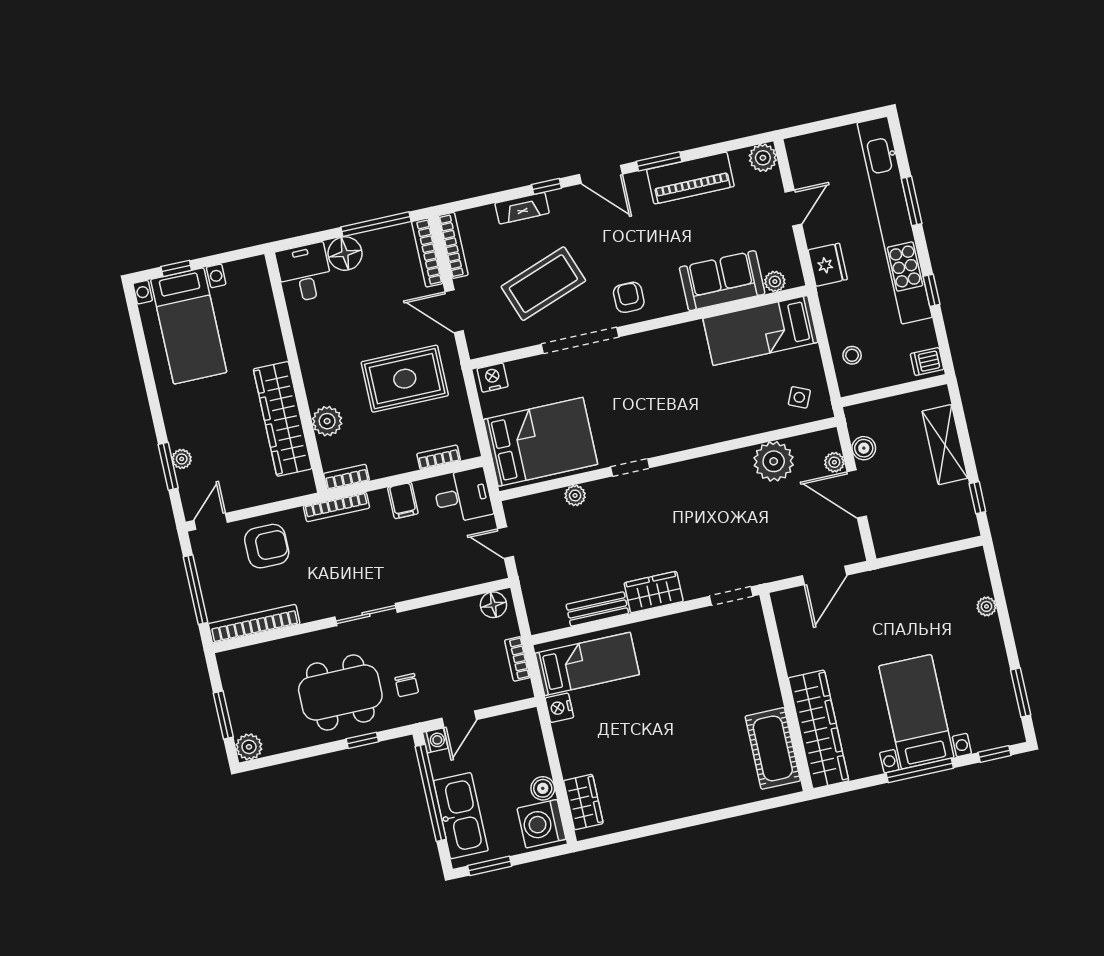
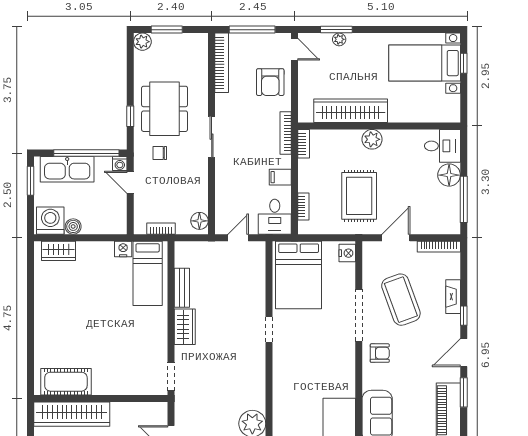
bookcase: (427, 253) -> (438, 229), removed
plant: (327, 421) -> (372, 139), moved
plant: (575, 495) -> (259, 290), removed

